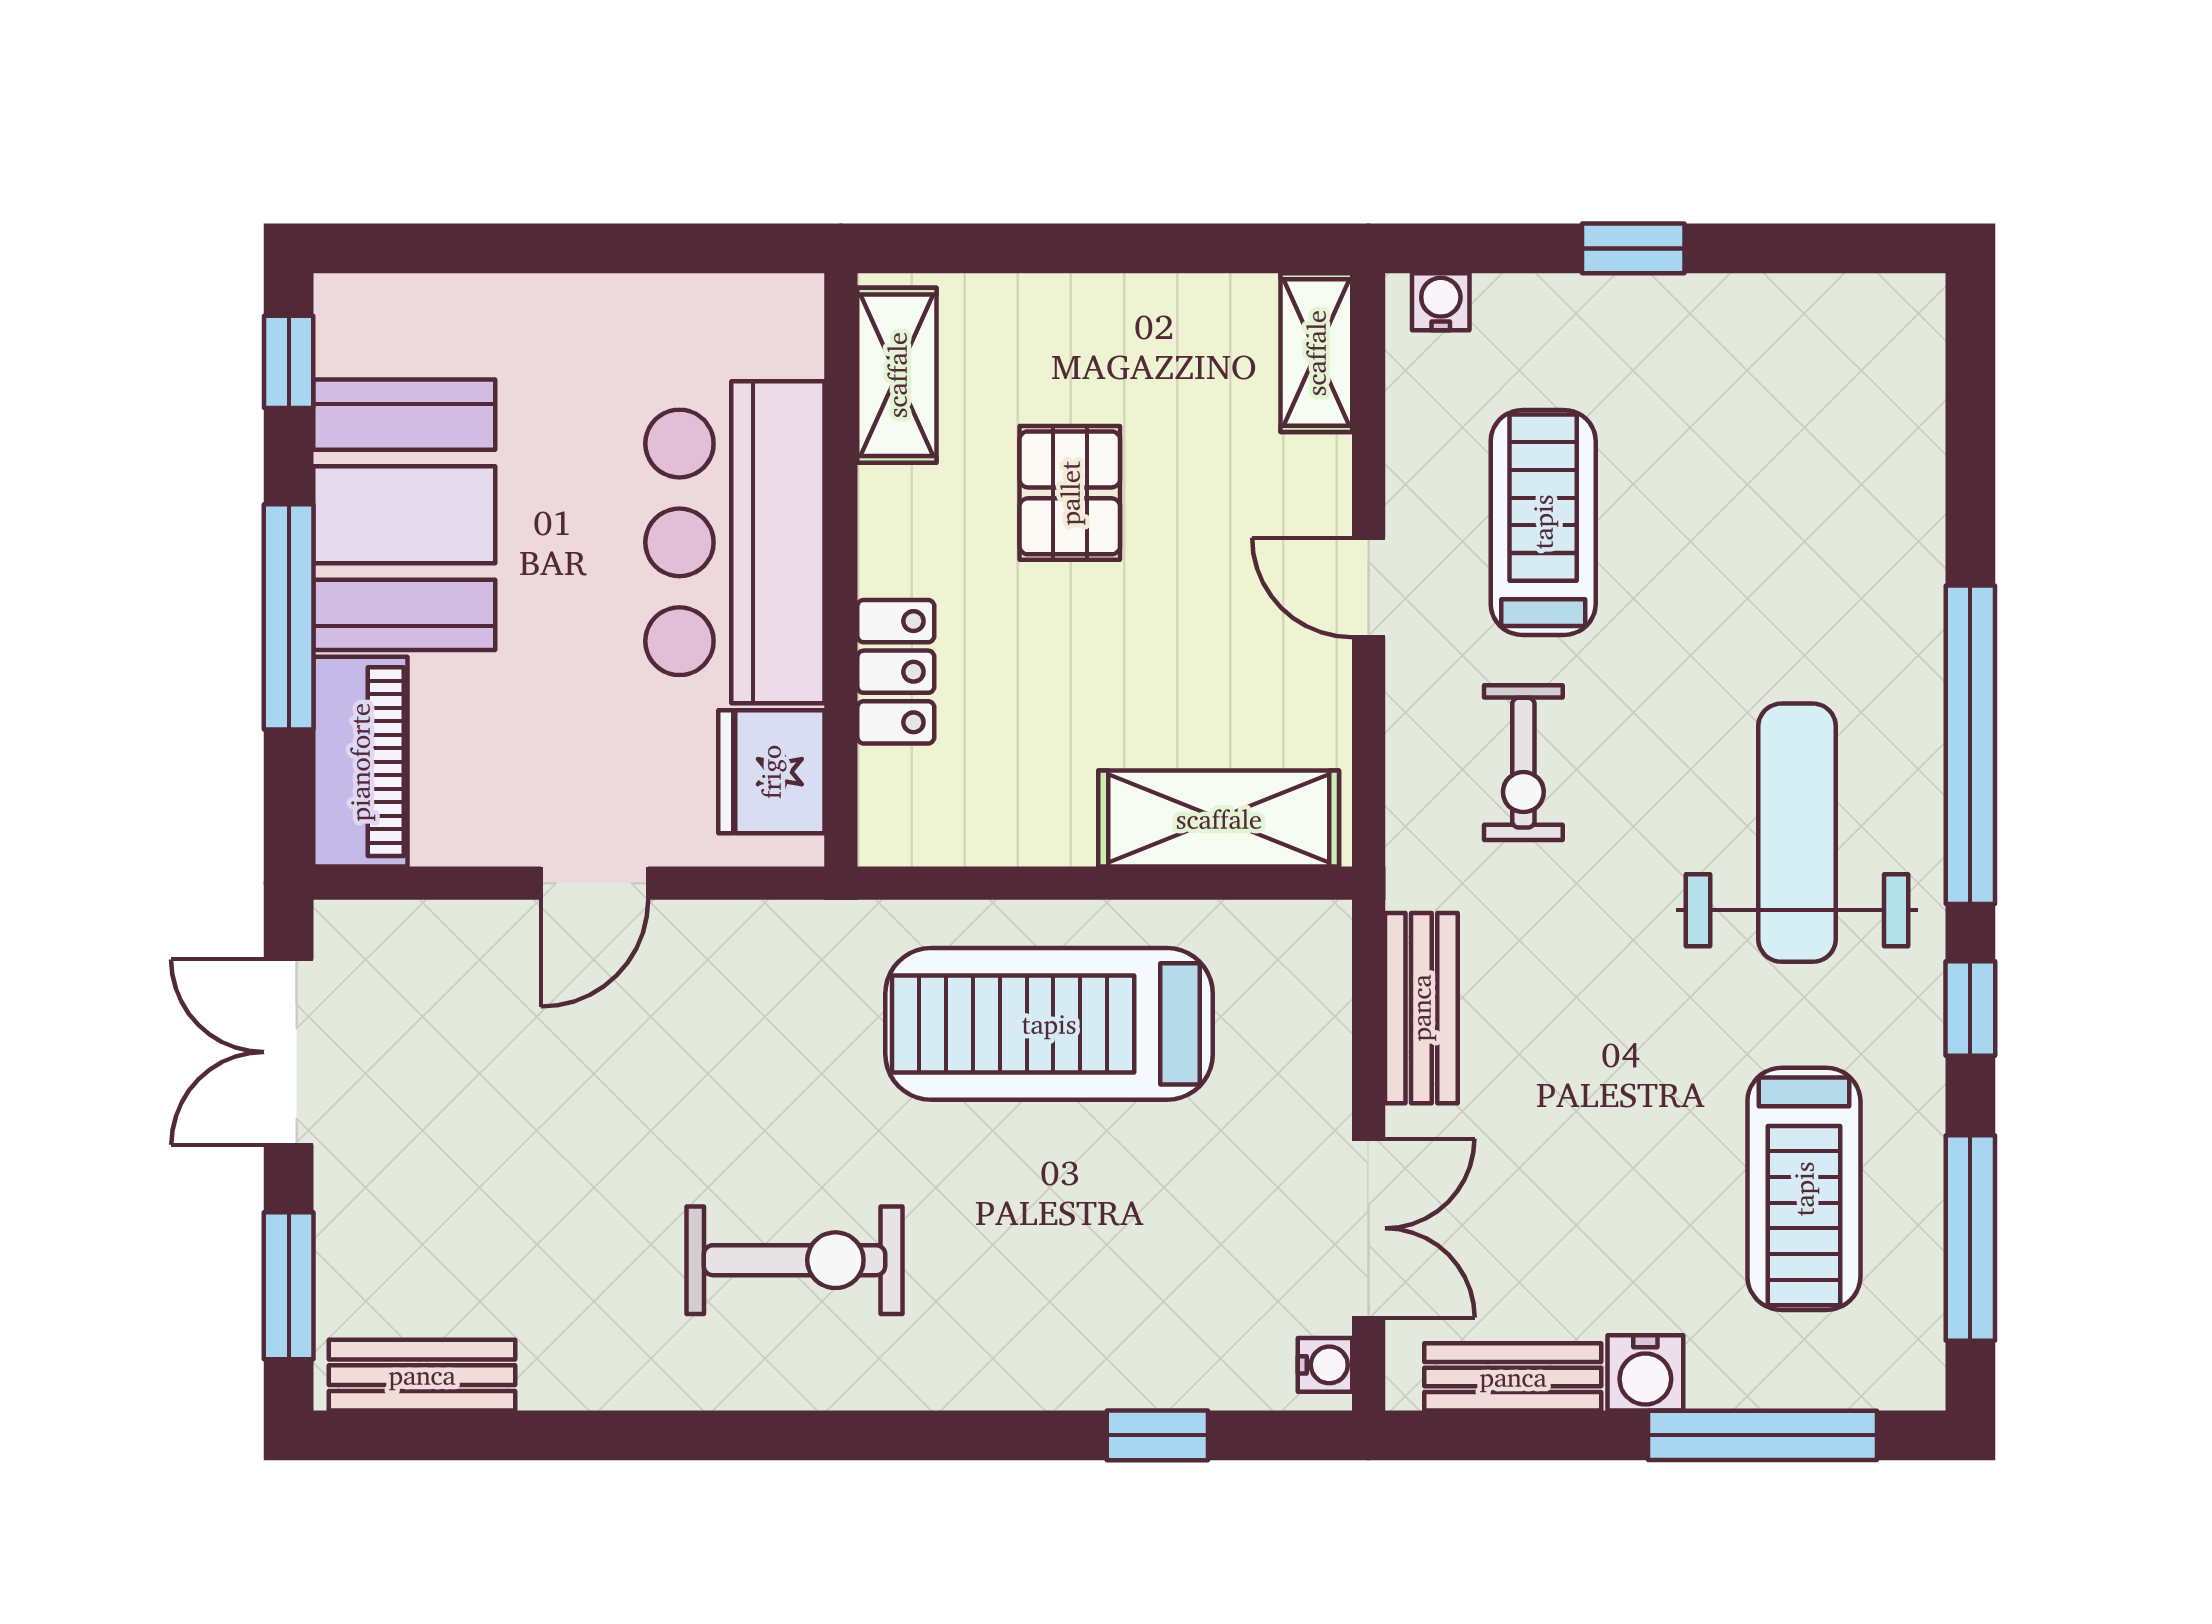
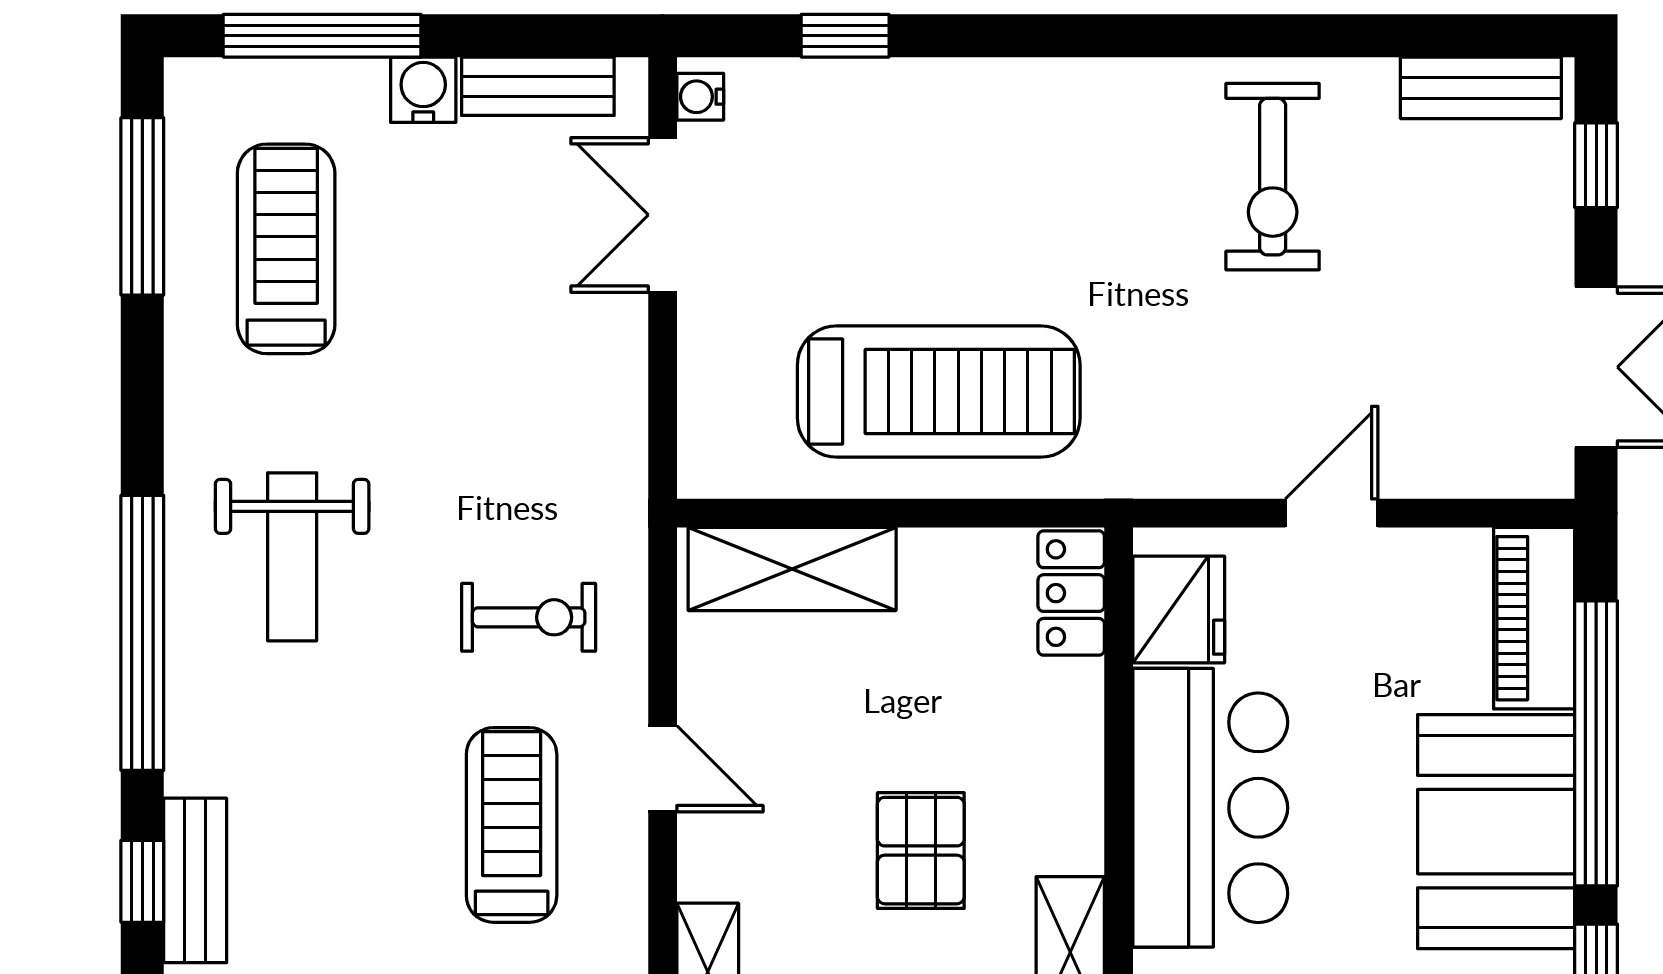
treadmill: (1543, 522) -> (512, 825), turned 180
window: (289, 617) -> (1596, 743), width x1.46
locker: (896, 672) -> (1071, 593), moved
exercise bike: (1523, 763) -> (529, 617), turned 90
weight bench: (1797, 833) -> (292, 557), width x0.73, depth x0.75
bench: (1421, 1008) -> (195, 880), moved
window: (1970, 1009) -> (142, 881), moved
exercise bike: (794, 1260) -> (1273, 177), moved, turned -90
window: (289, 1286) -> (1596, 165), width x0.67

